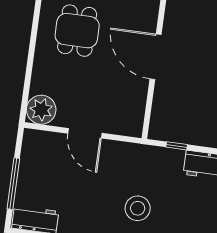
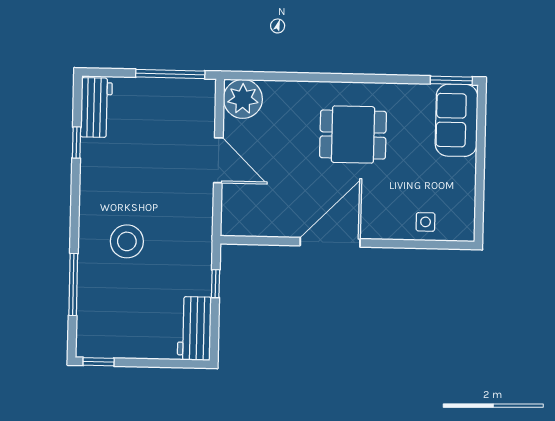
door: (85, 133) -> (218, 160), swing flipped
window: (13, 184) -> (170, 74), moved

